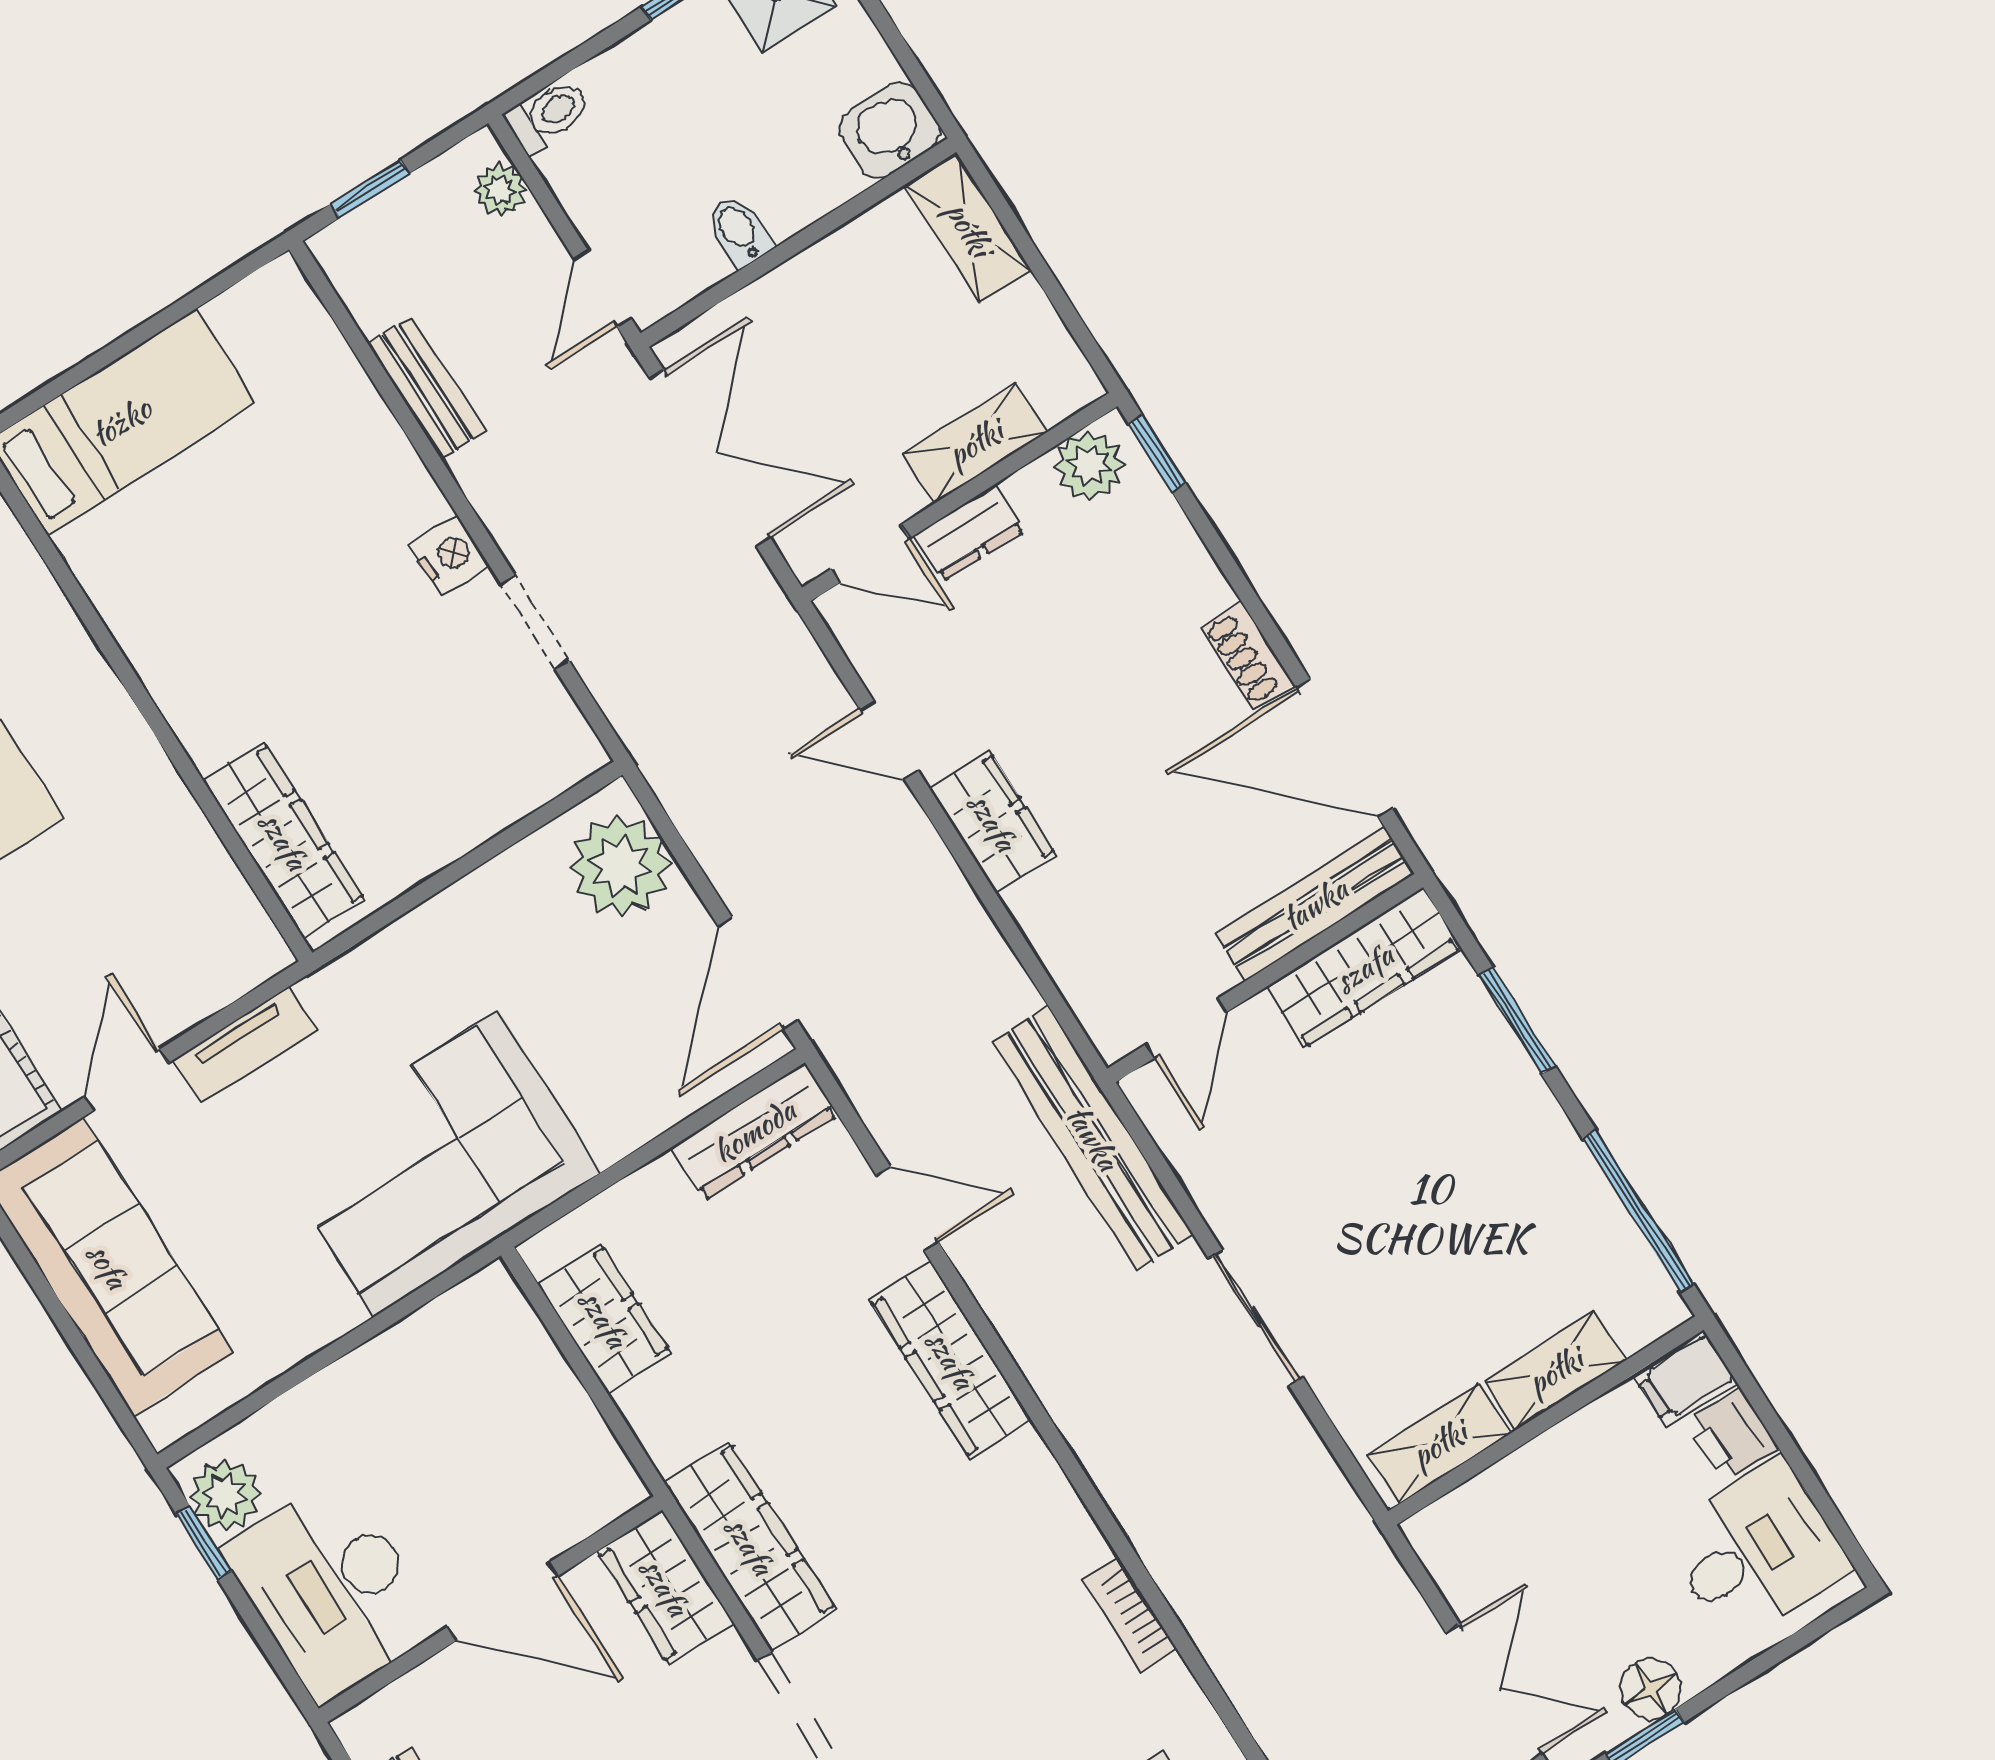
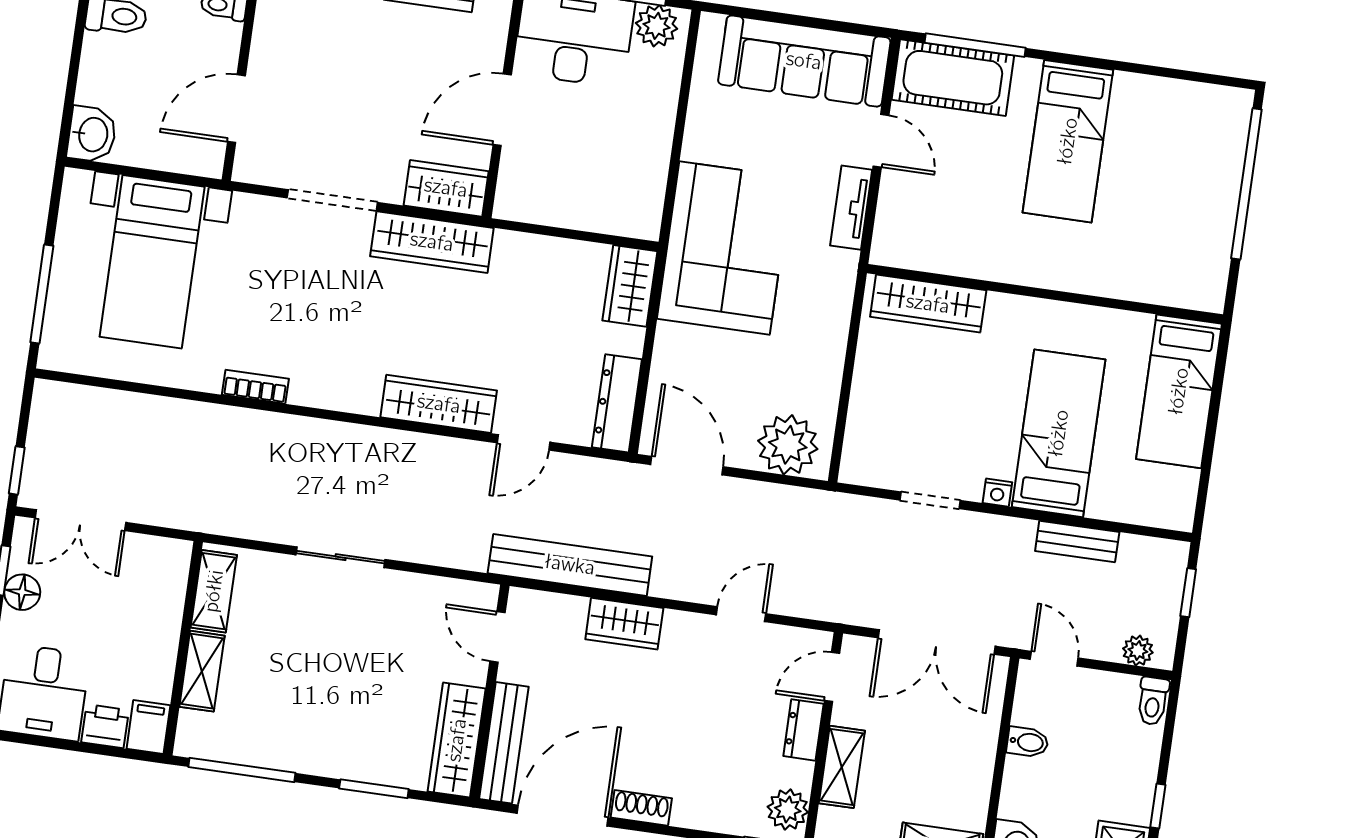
bed: (308, 530) -> (1059, 433), added
nightstand: (449, 555) -> (997, 493), width x0.72, depth x0.74
wardrobe: (993, 822) -> (624, 624), moved
bench: (1093, 1138) -> (570, 565), moved
wardrobe: (604, 1319) -> (630, 286), moved, turned 90

